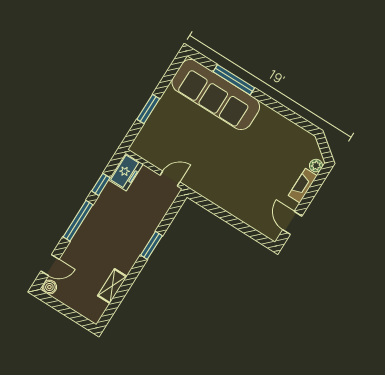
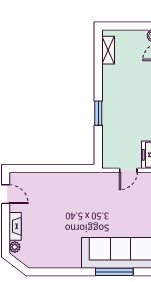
door: (170, 179) -> (128, 170), moved
shelving: (112, 286) -> (108, 50), moved

